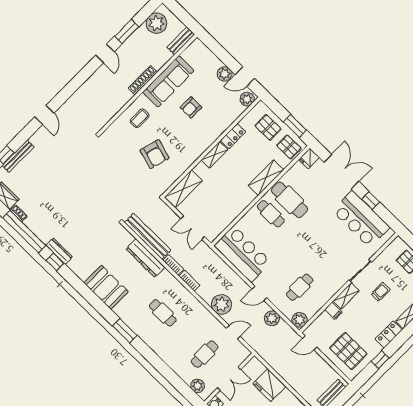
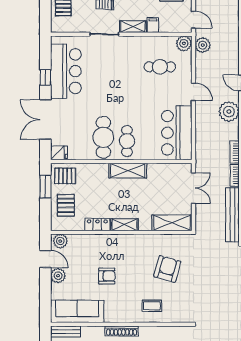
sofa: (168, 81) -> (77, 311), moved
pallet: (289, 147) -> (65, 176), turned 90
shelving: (266, 178) -> (128, 171), moved
plant: (272, 318) -> (203, 45), moved

